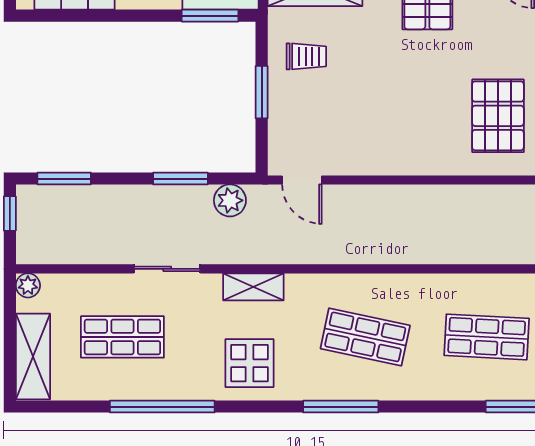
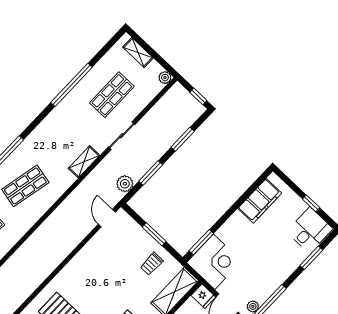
window: (64, 179) -> (183, 139), moved
door: (302, 180) -> (107, 218), hinge flipped
shelving: (33, 356) -> (138, 53), width x0.67, depth x0.75
display table: (249, 363) -> (57, 133), removed

